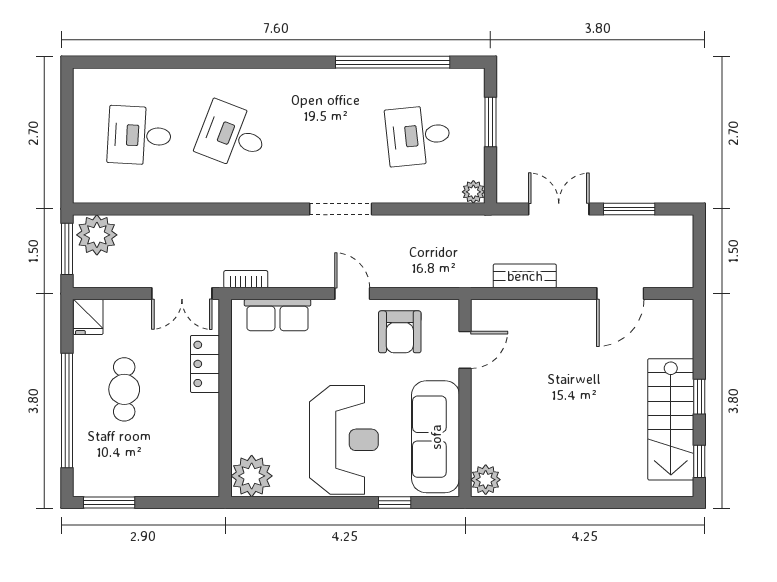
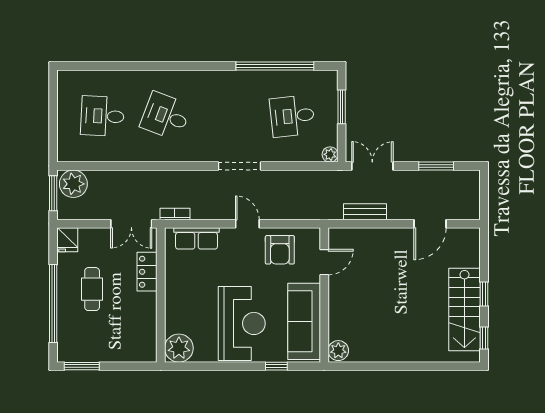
double door: (559, 209) -> (372, 166), moved

